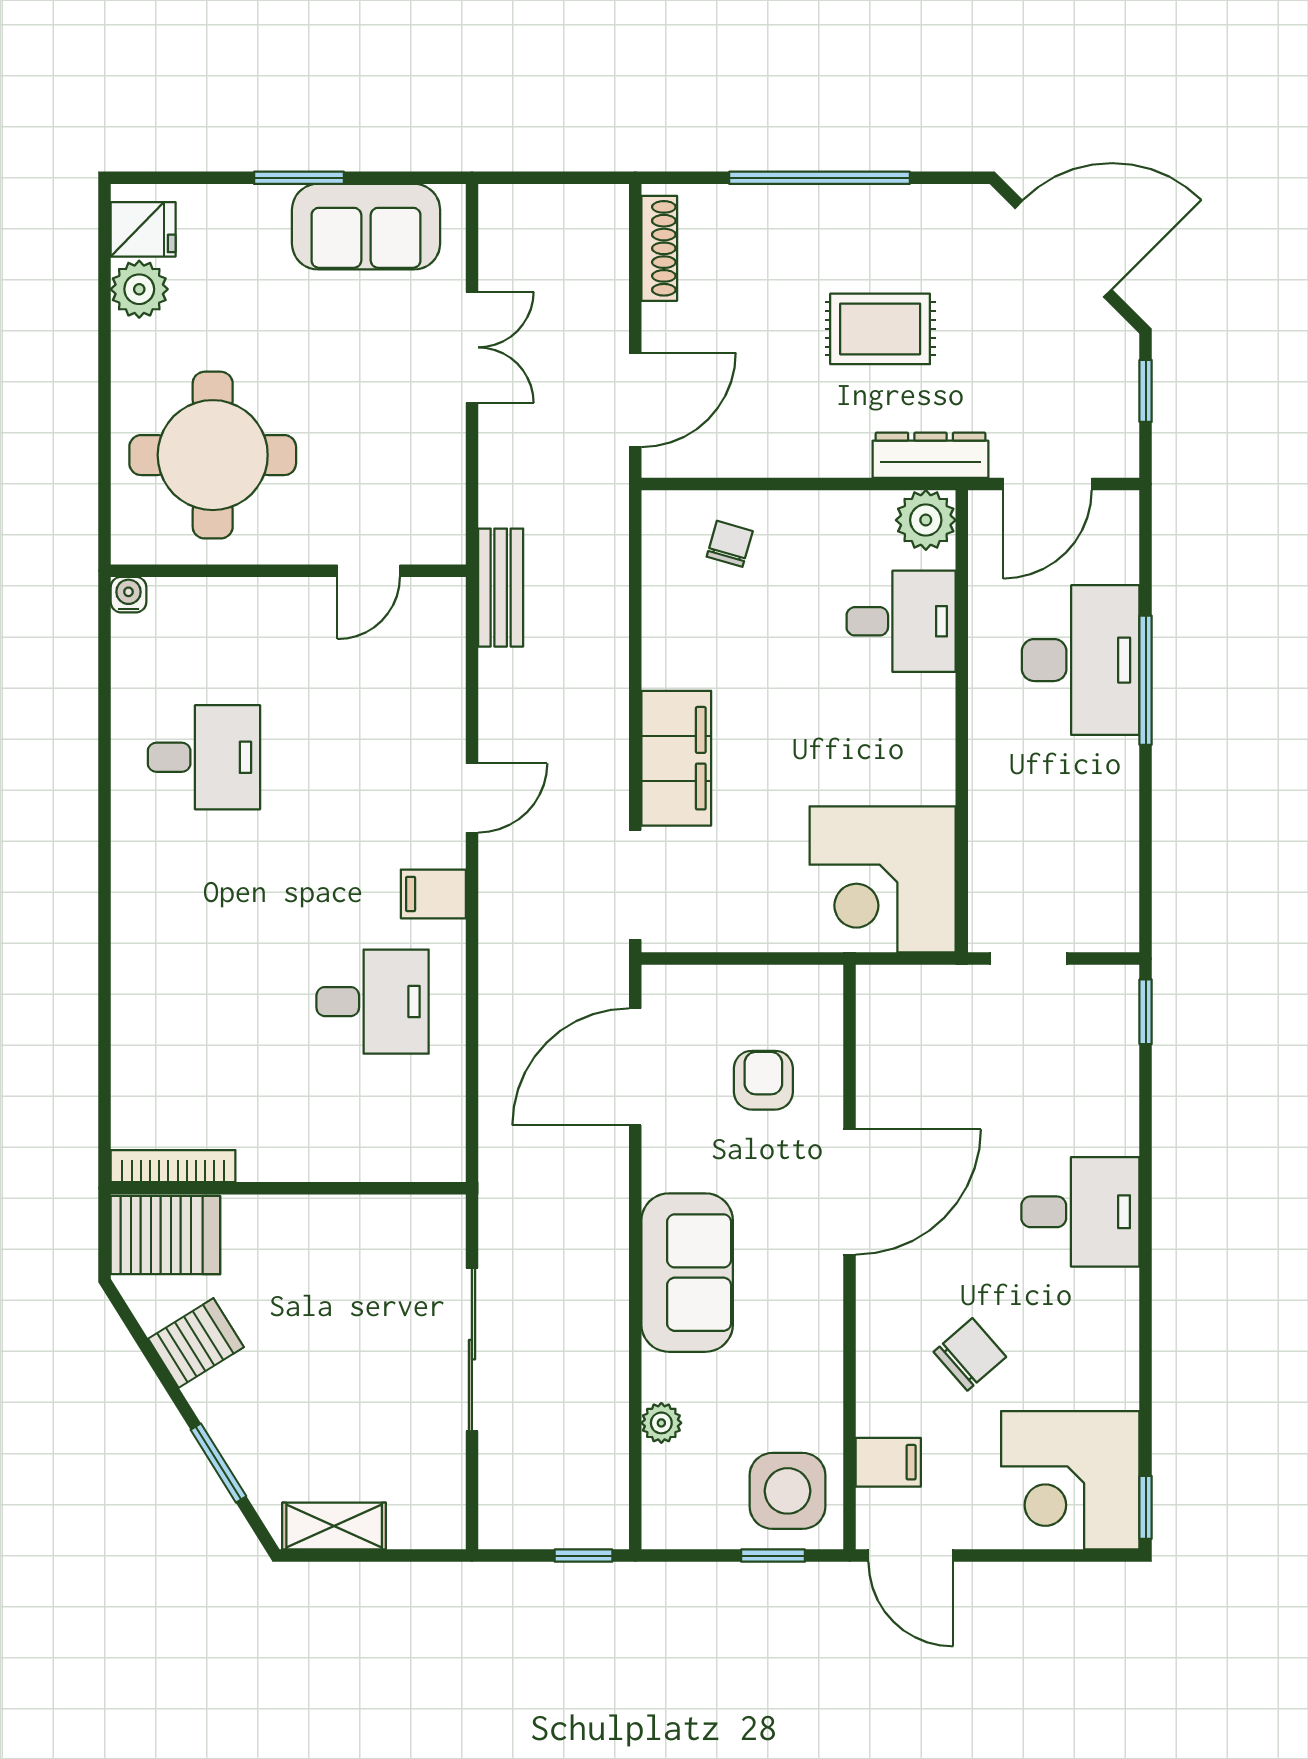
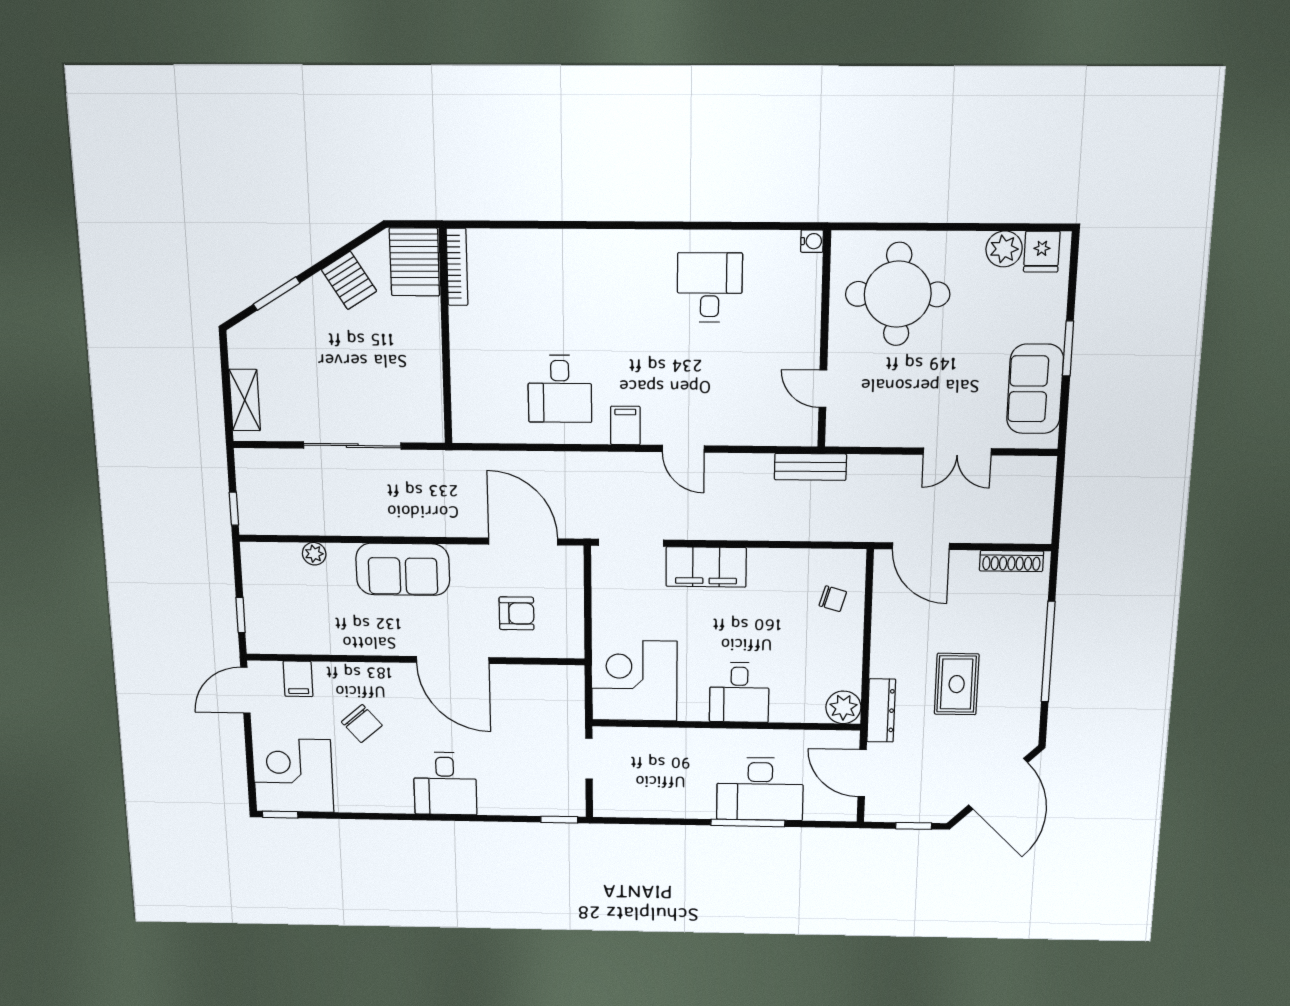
desk: (901, 621) -> (739, 692), moved
desk: (204, 757) -> (710, 288), turned 180
side table: (788, 1491) -> (278, 624), removed
shelving: (334, 1526) -> (245, 400), moved

